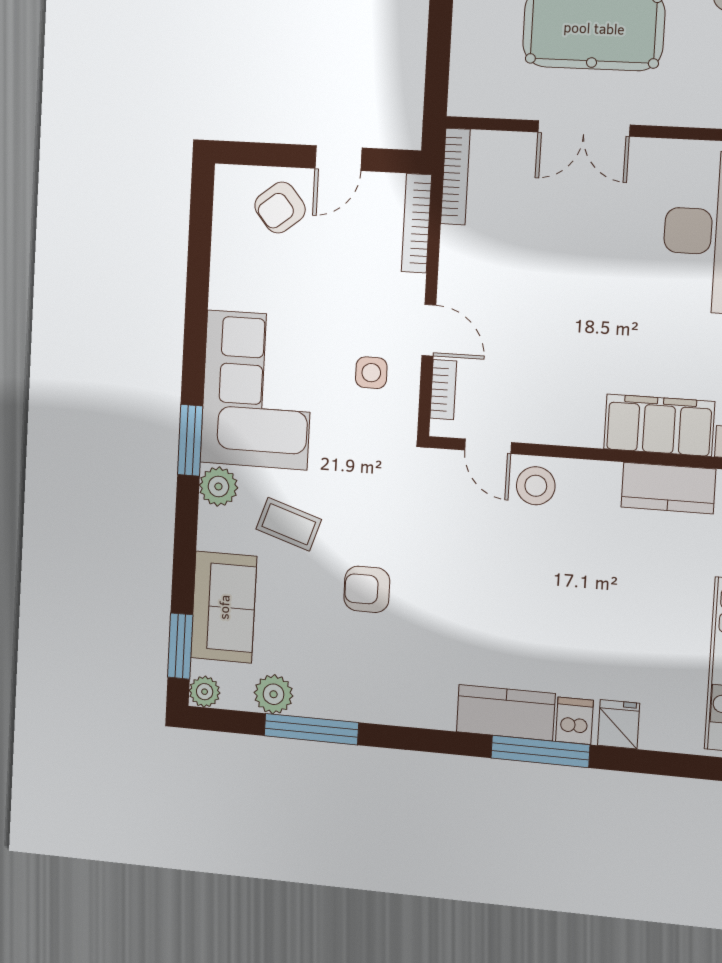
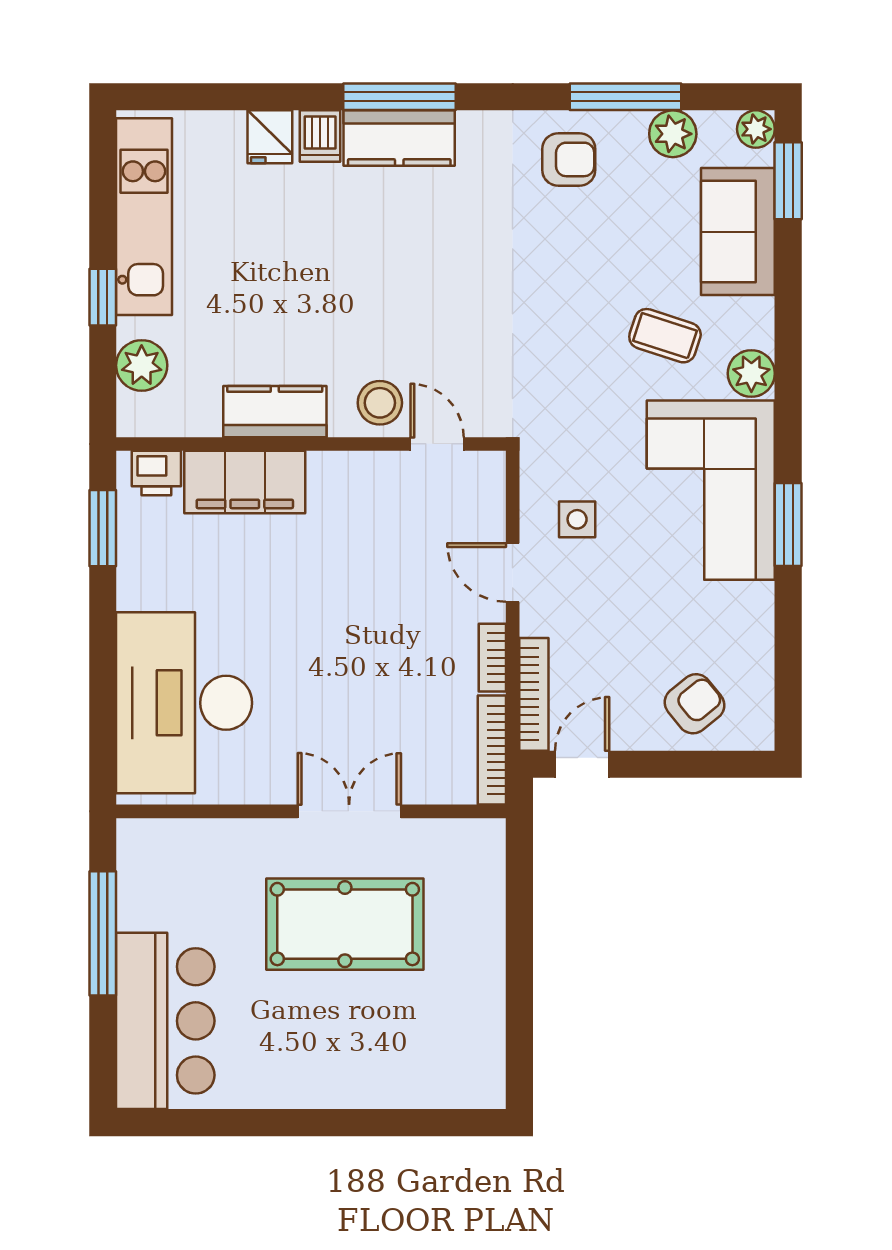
door: (339, 158) -> (582, 764), moved
bookcase: (443, 390) -> (492, 658), moved
window: (190, 440) -> (788, 524), moved
kitchen counter: (668, 488) -> (275, 412), moved
armchair: (367, 589) -> (569, 159), moved
window: (540, 751) -> (400, 97), moved

